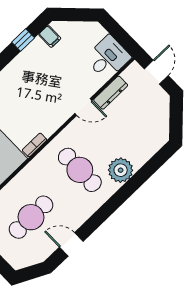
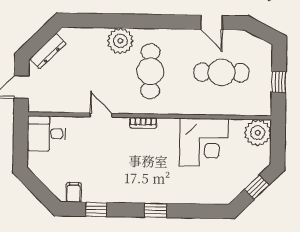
dresser: (111, 93) -> (48, 51), moved, turned 135
bookcase: (35, 145) -> (143, 123), moved

